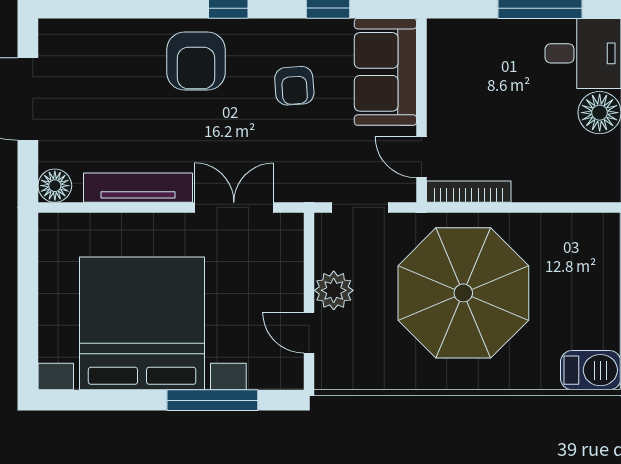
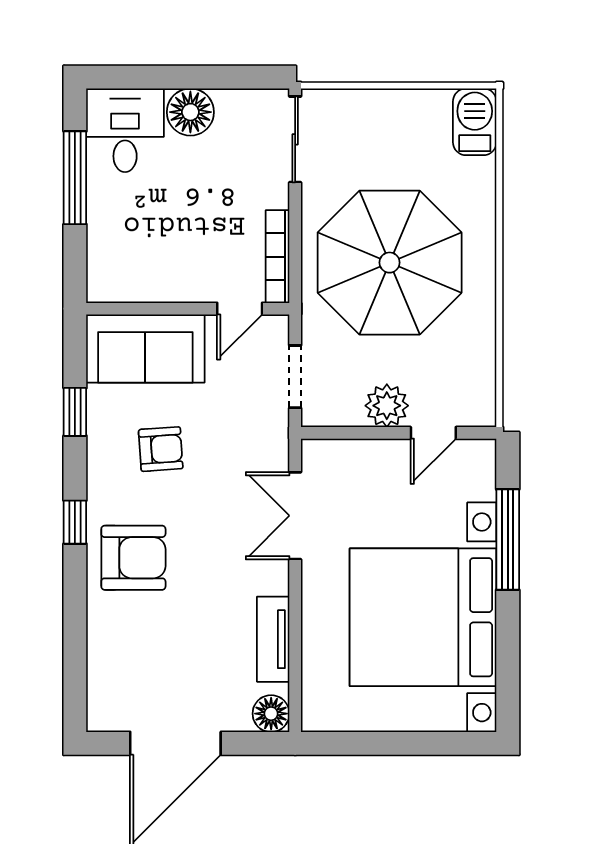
tv unit: (138, 188) -> (273, 639), width x0.71
sliding door: (575, 207) -> (295, 139), added

